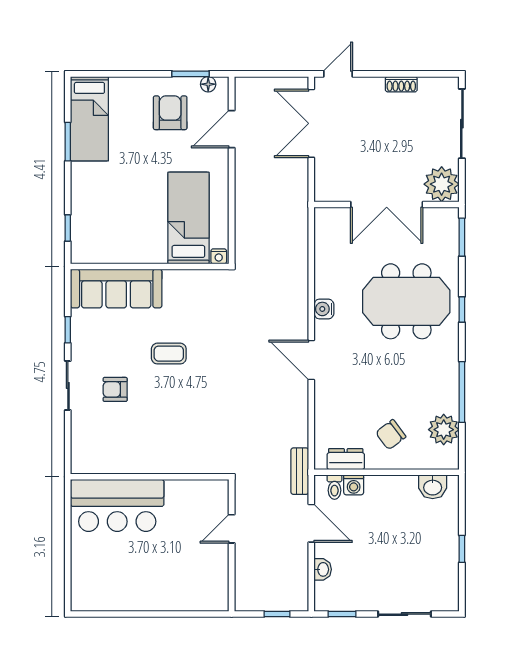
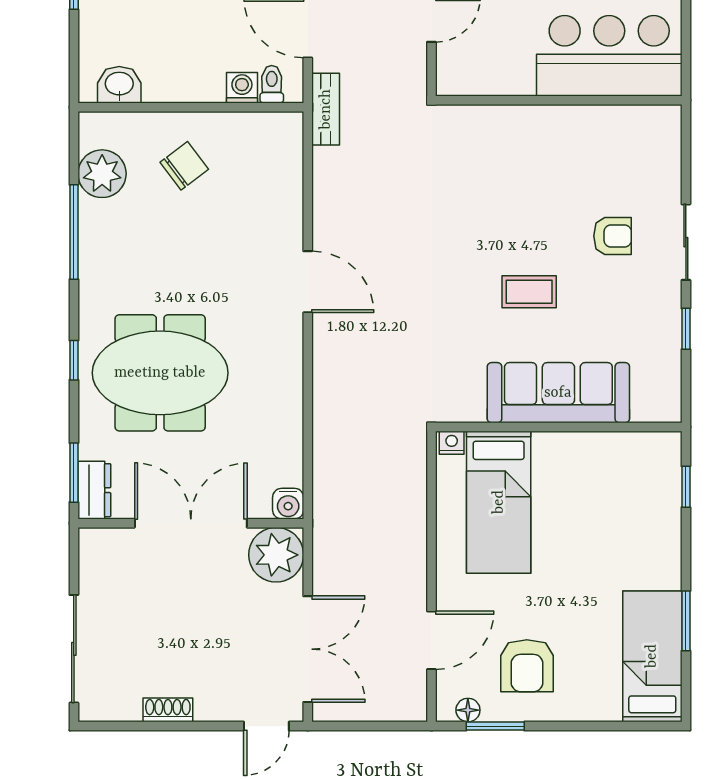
plant: (442, 184) -> (276, 555), moved
sofa: (116, 289) -> (558, 393), moved
water cooler: (324, 309) -> (288, 504), moved, turned 90
dresser: (346, 459) -> (94, 490), moved, turned -90

